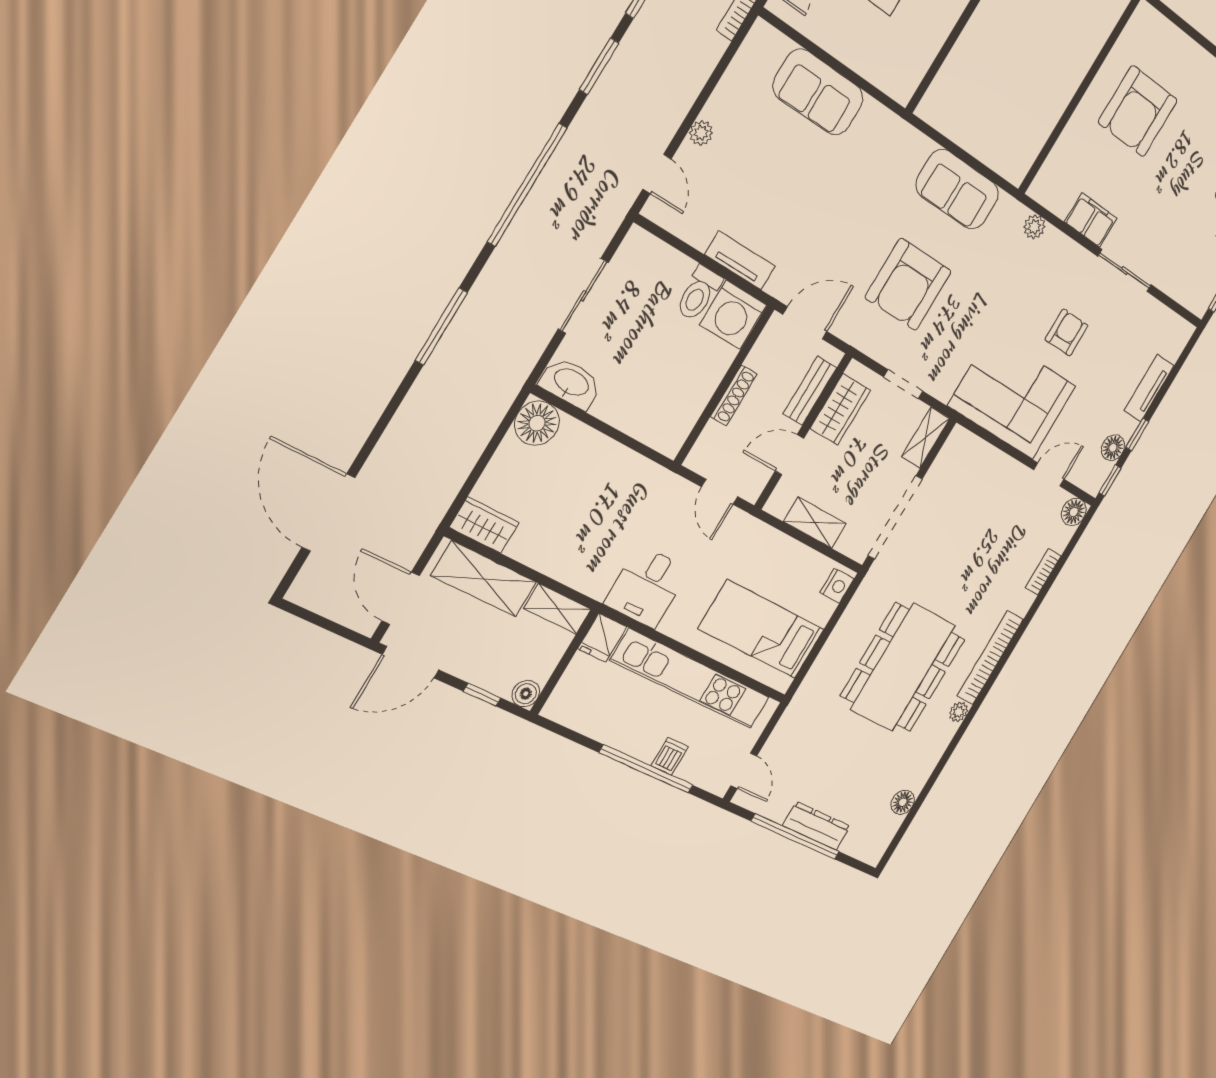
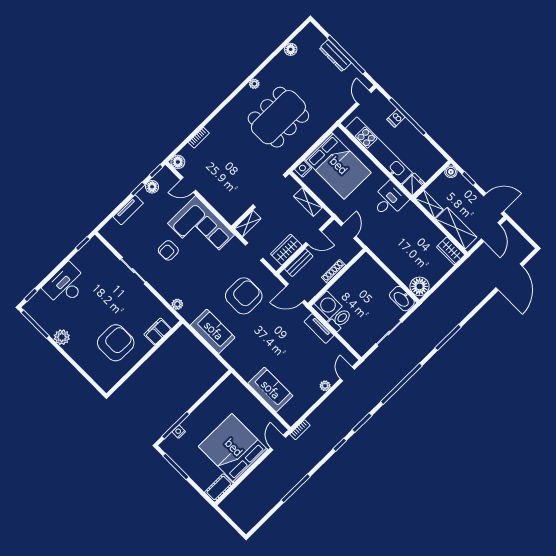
filing cabinet: (1091, 220) -> (158, 332), moved, turned 90
bed: (762, 629) -> (338, 166), width x1.50
bookcase: (990, 658) -> (233, 105), removed

